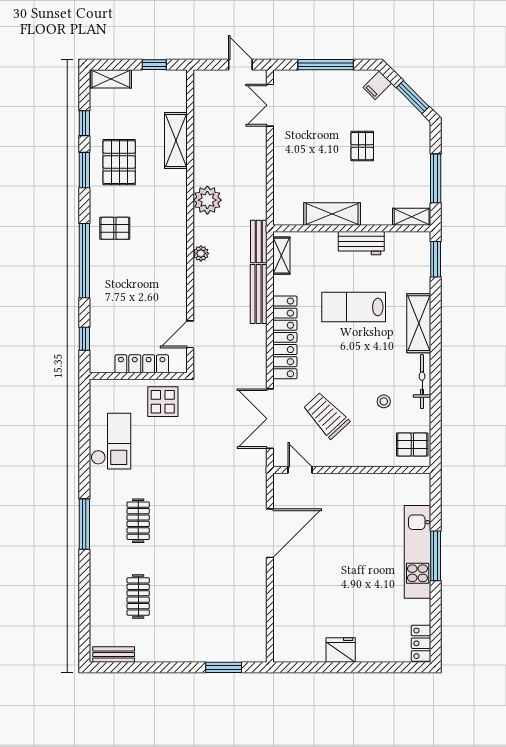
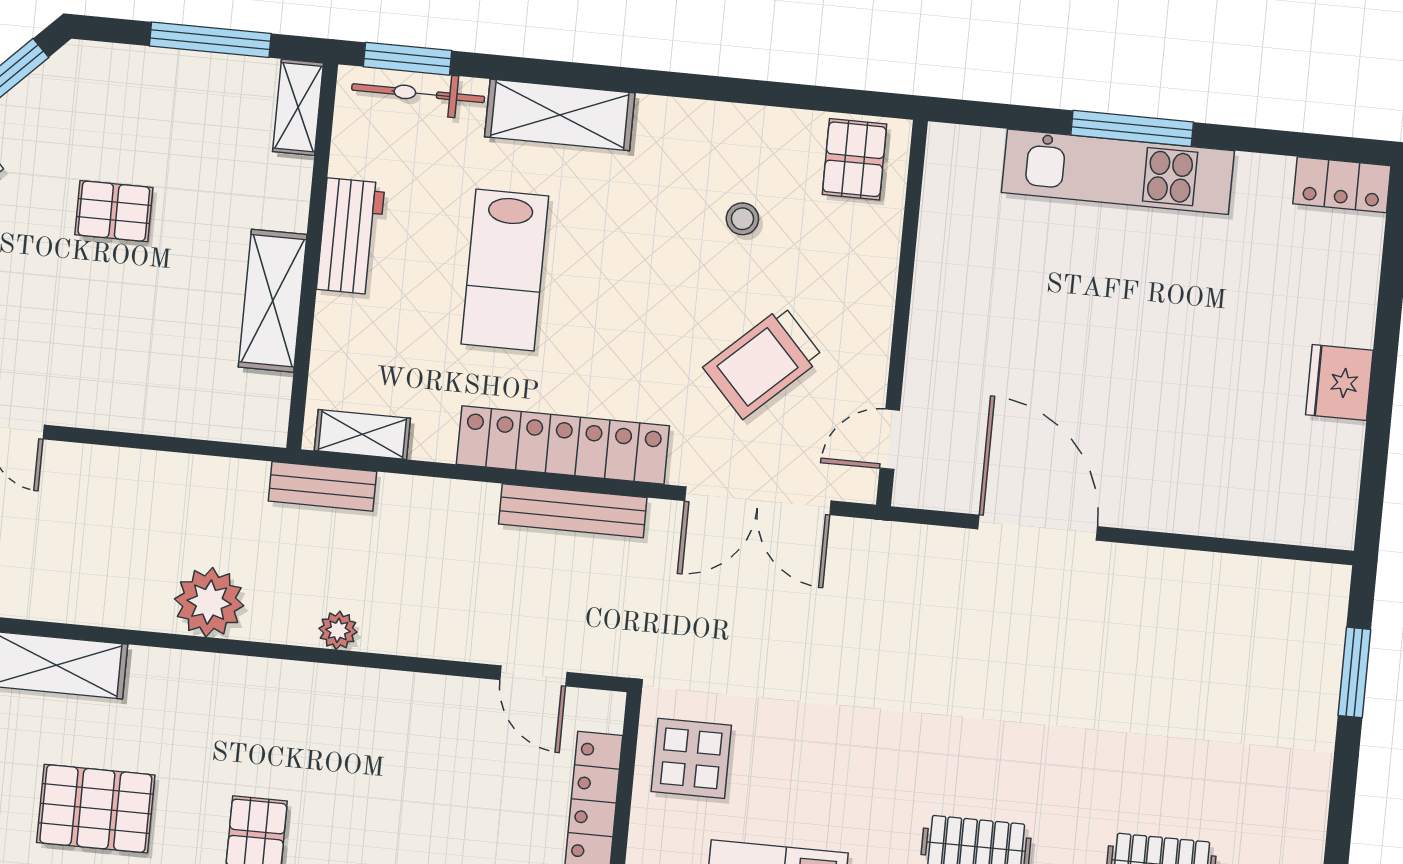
bench: (259, 294) -> (573, 511), moved
bicycle: (422, 382) -> (418, 93), moved

